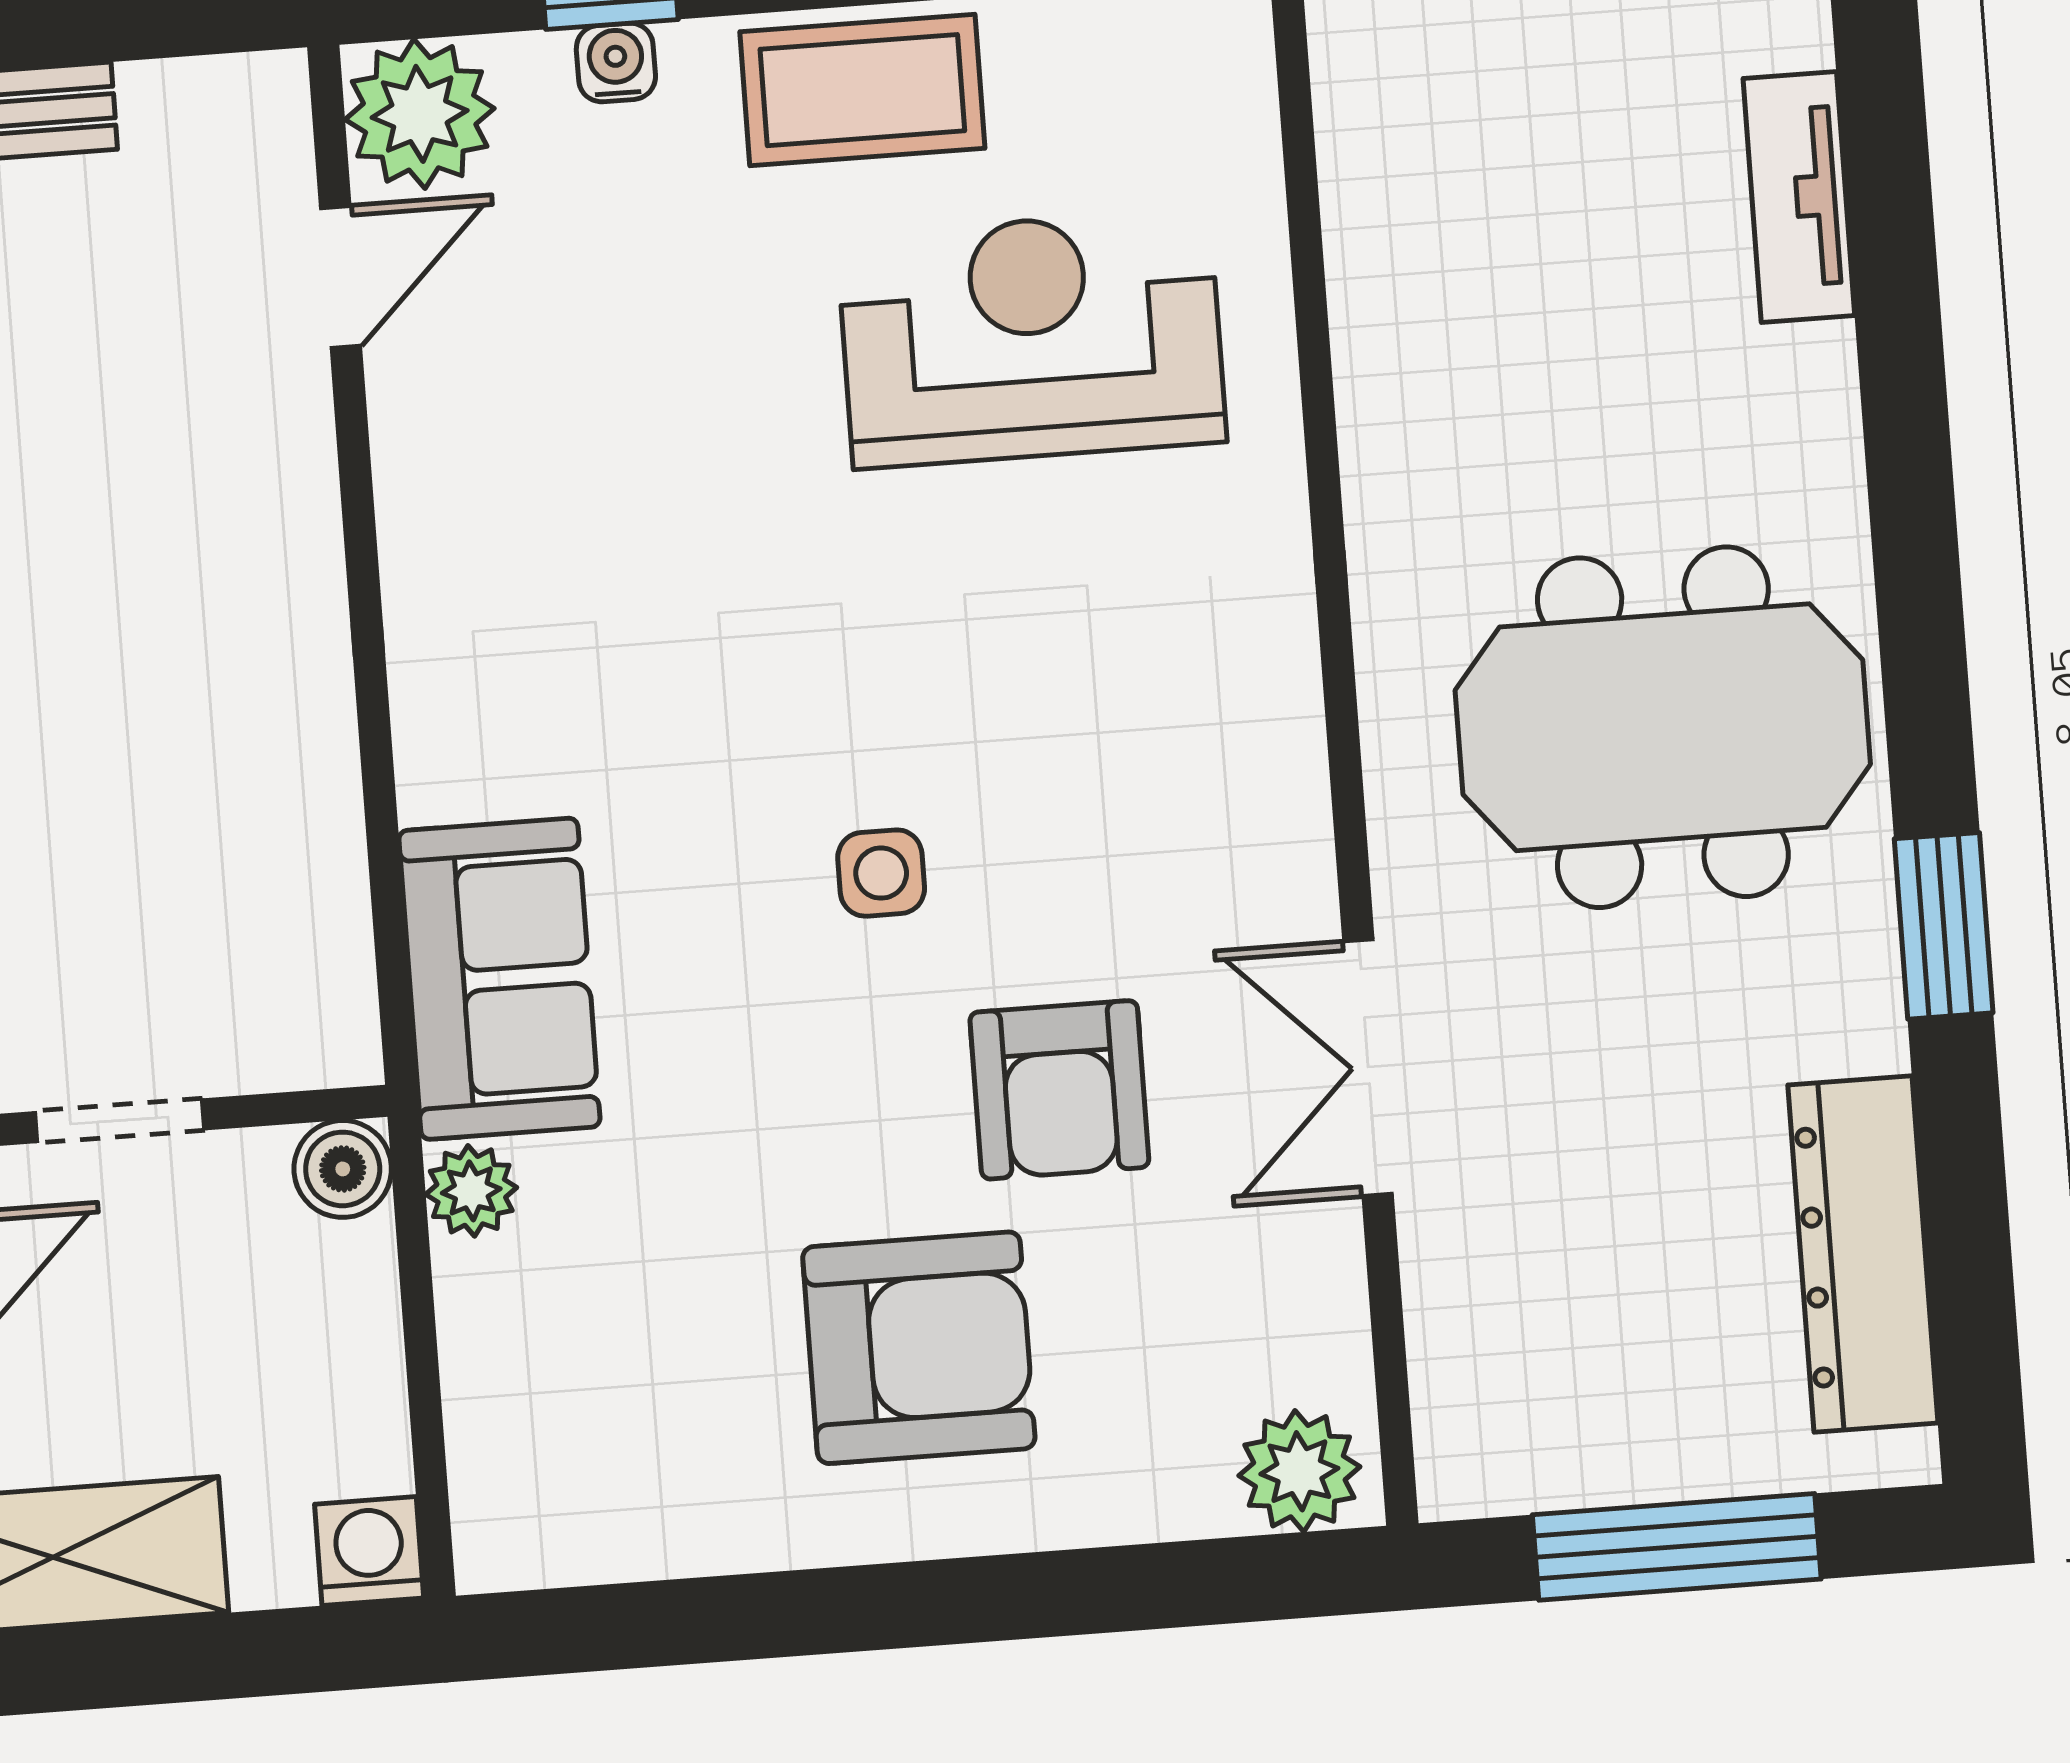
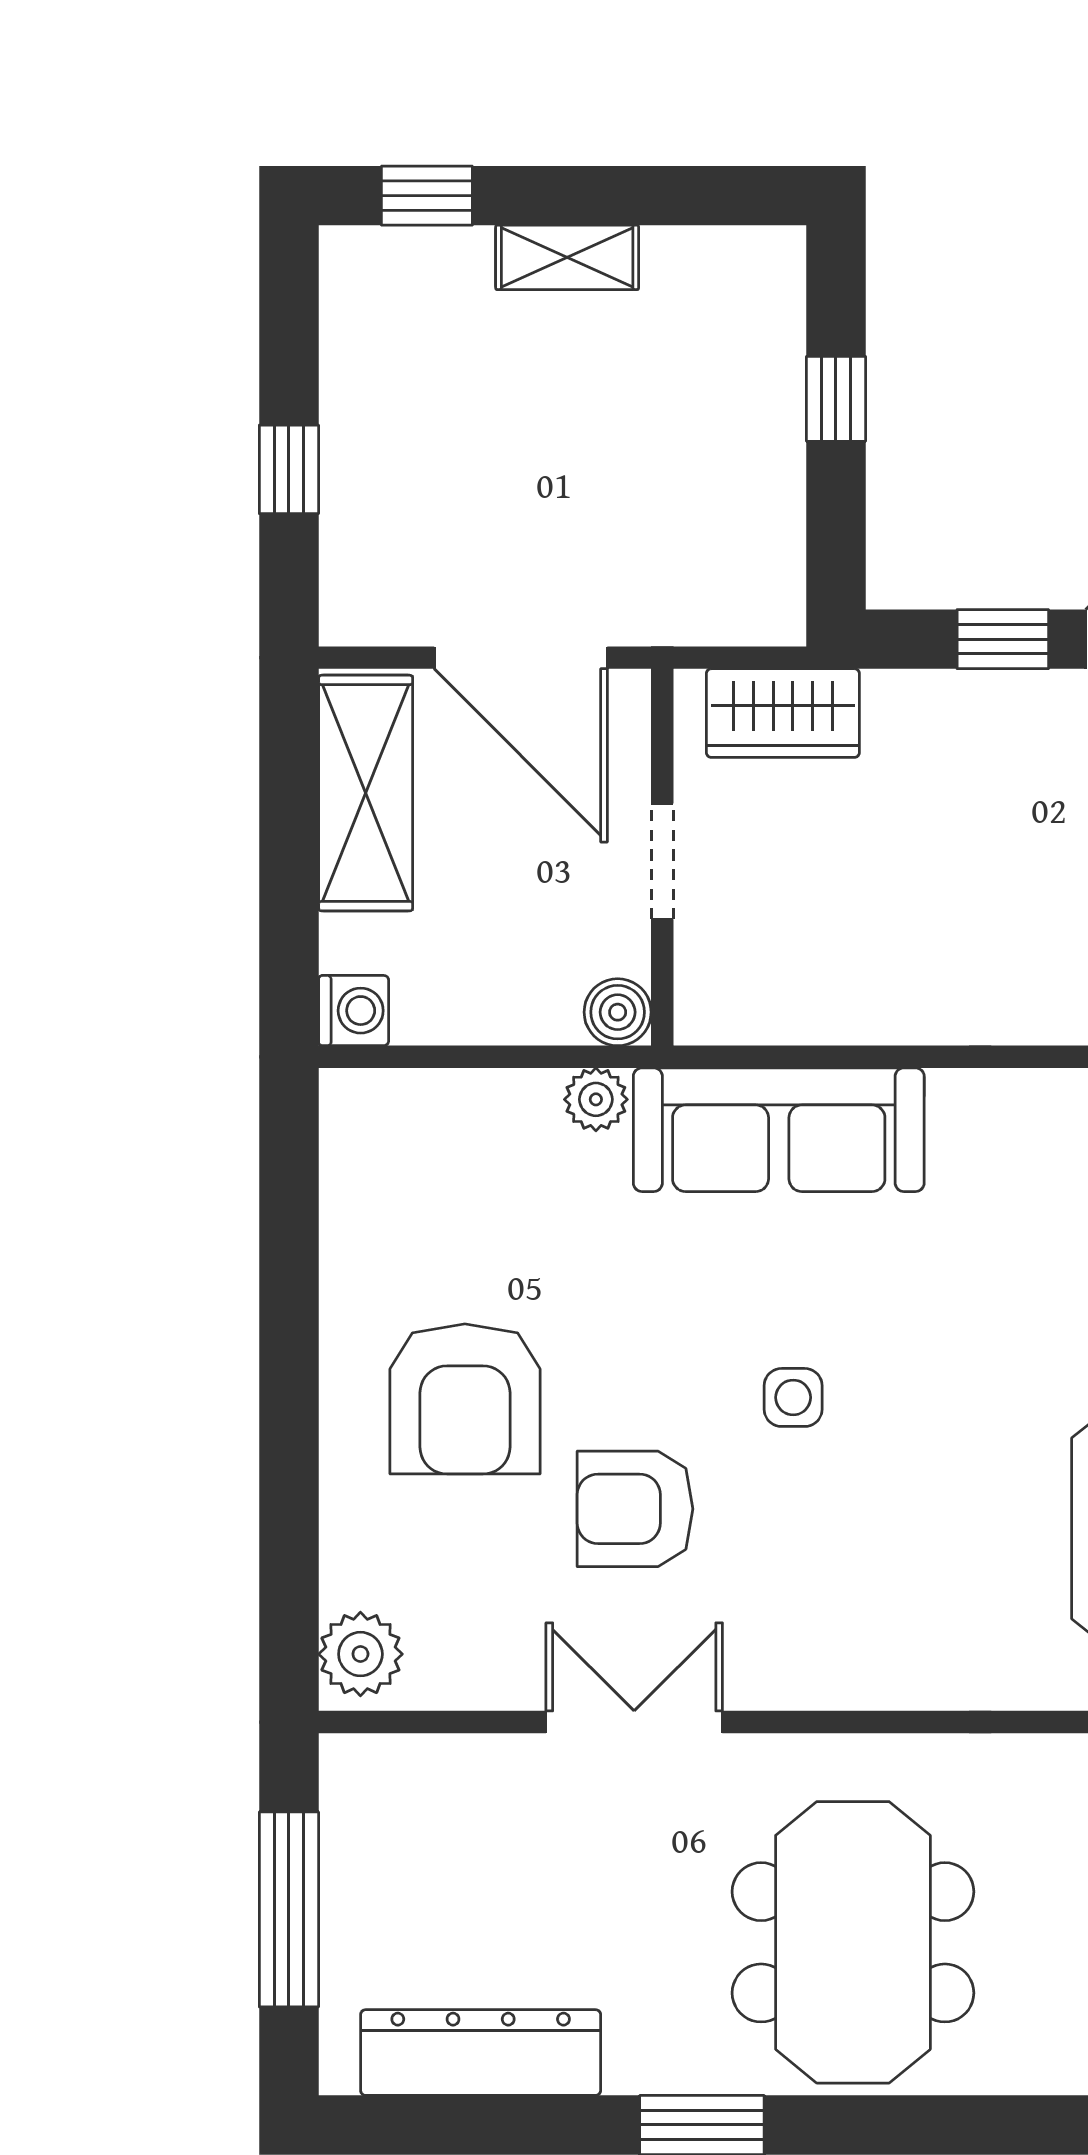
sofa: (499, 979) -> (779, 1130), width x1.36

